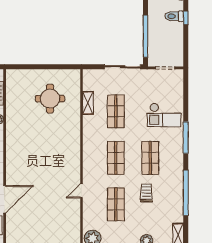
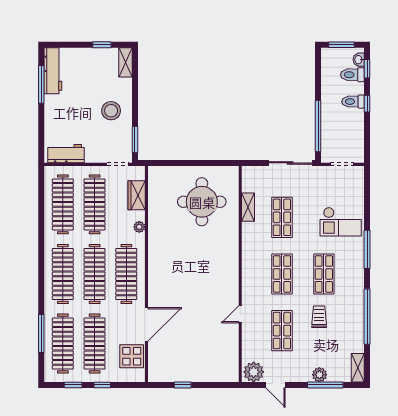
round table: (50, 99) -> (202, 202), width x1.36, depth x1.36

